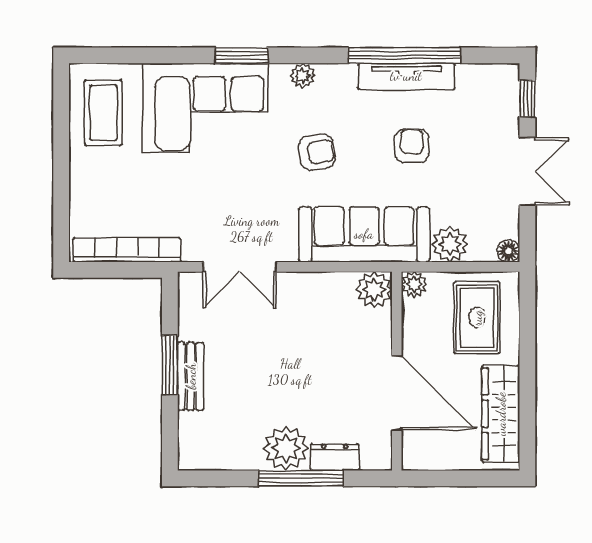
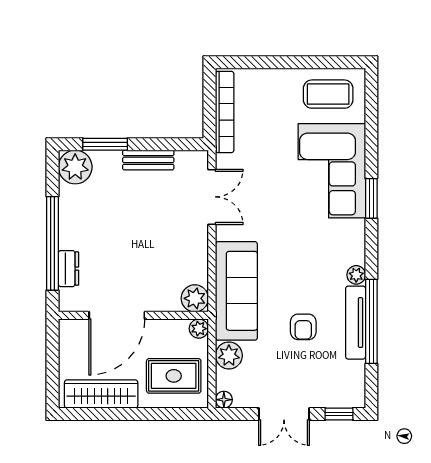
plant: (303, 75) -> (356, 275), moved
armchair: (412, 146) -> (303, 327), turned 90
armchair: (317, 152) -> (298, 255), removed
double door: (240, 267) -> (212, 197), swing flipped
window: (170, 365) -> (105, 144), moved
bench: (191, 376) -> (148, 160), moved
plant: (286, 448) -> (75, 167), moved
window: (301, 478) -> (52, 243), width x1.46

